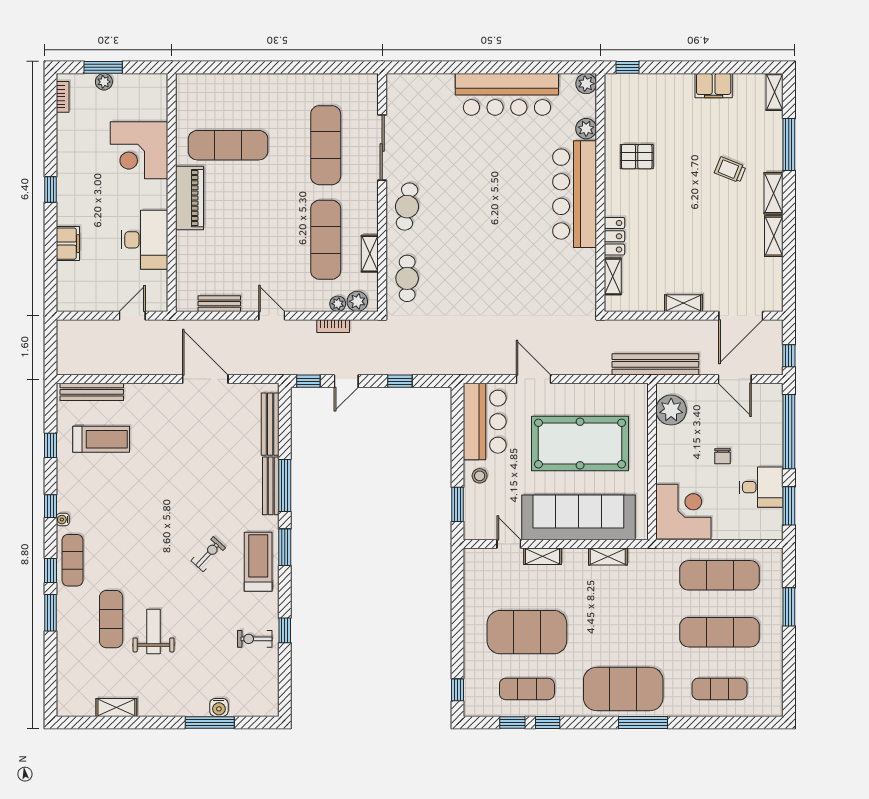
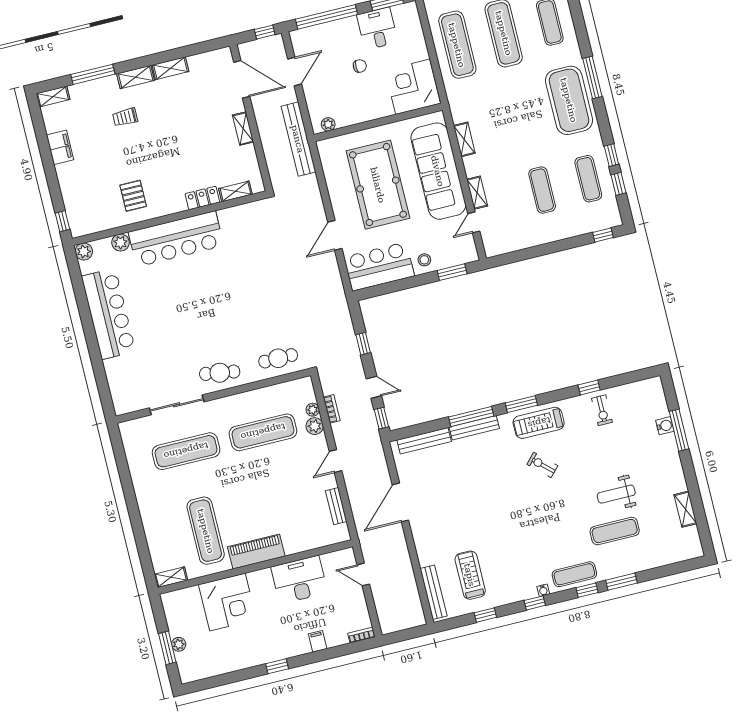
bookcase: (63, 97) -> (361, 635), moved
trolley: (730, 170) -> (125, 117), turned 68
filing cabinet: (68, 244) -> (318, 641), width x0.50
shelving: (370, 254) -> (171, 577), moved
plant: (357, 301) -> (315, 426), moved
plant: (671, 410) -> (328, 124), width x0.53, depth x0.53
exercise mat: (527, 632) -> (542, 190), width x0.50, depth x0.69

